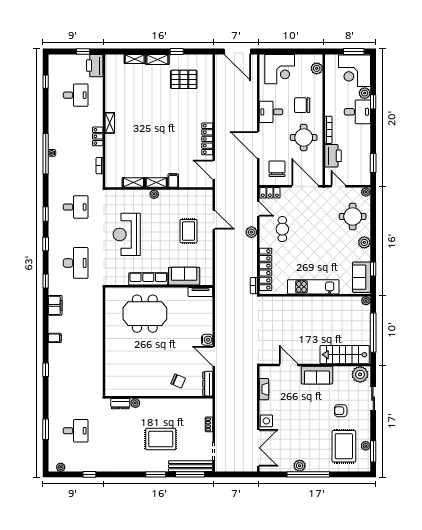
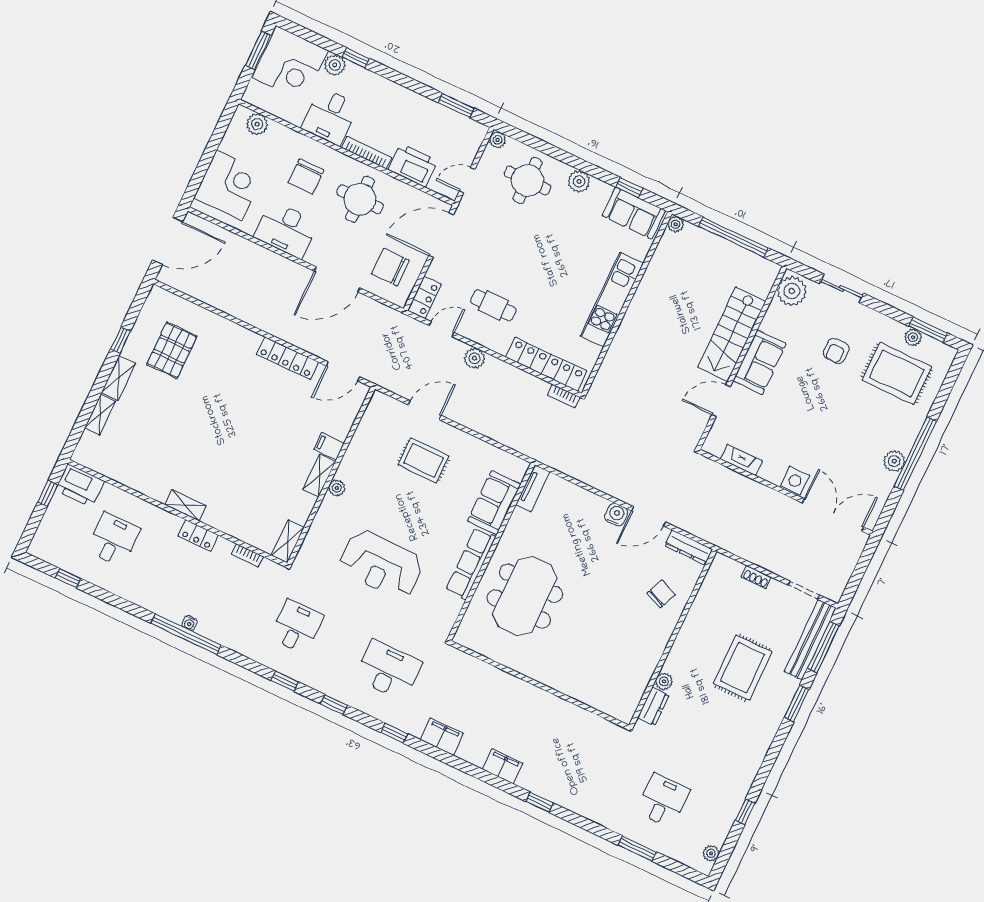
desk: (271, 112) -> (286, 230), width x1.37
desk: (357, 112) -> (330, 117), moved, turned 180
shelving: (133, 183) -> (288, 541), moved
filing cabinet: (55, 338) -> (503, 766), width x2.00
stairs: (345, 355) -> (732, 334), moved

